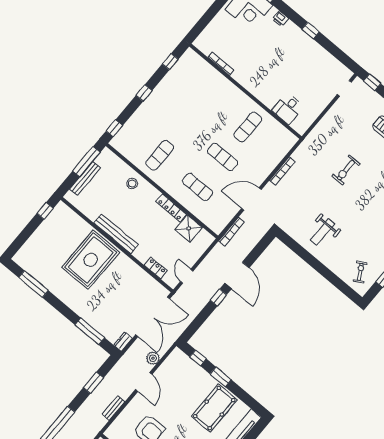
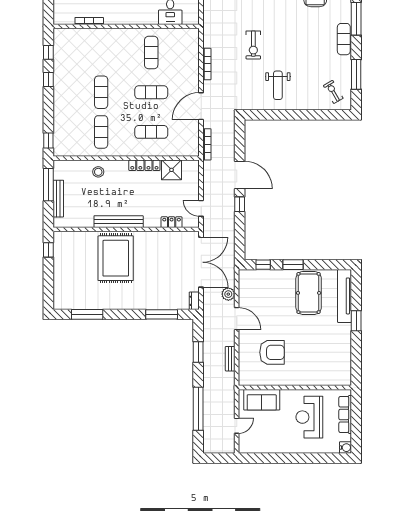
window: (144, 93) -> (48, 80), moved
exercise mat: (185, 125) -> (101, 92), added
exercise bike: (346, 170) -> (253, 45), moved

